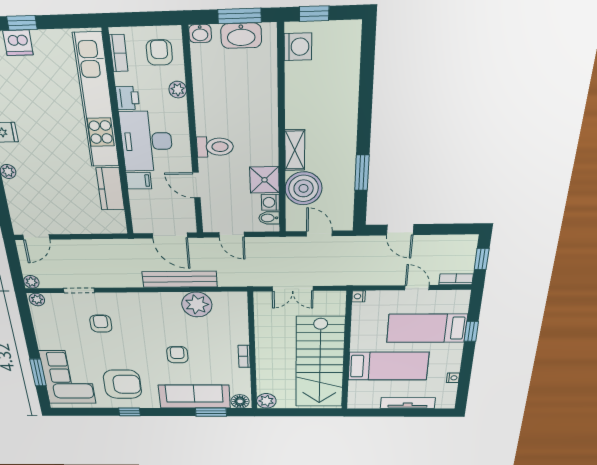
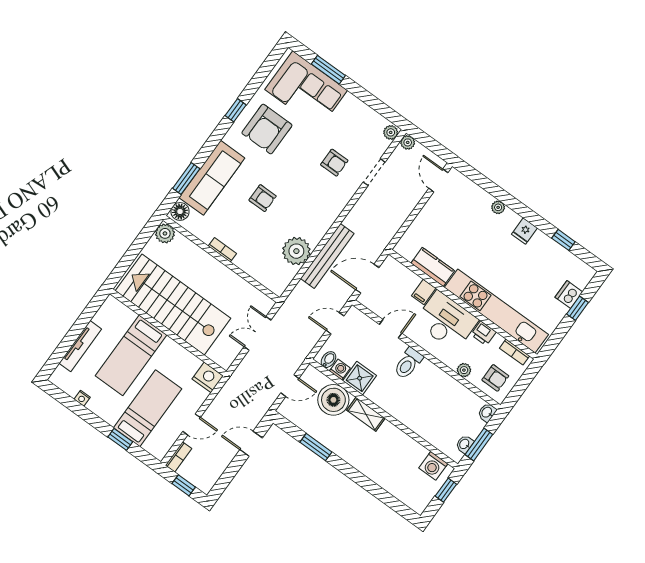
washbasin: (241, 36) -> (465, 444), width x0.52, depth x0.69
nightstand: (359, 296) -> (208, 377), width x1.89, depth x1.79

